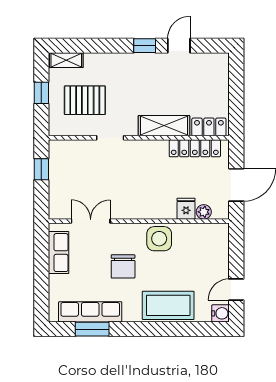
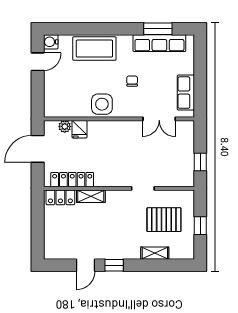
shelving: (66, 60) -> (155, 253), moved
shelving: (164, 126) -> (91, 196), width x0.67, depth x0.75
chair: (123, 266) -> (132, 81), width x0.54, depth x0.54

